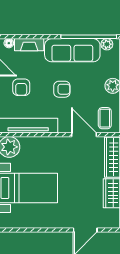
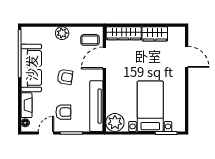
plant: (107, 44) -> (26, 38), removed
armchair: (62, 89) -> (65, 77), turned 99

